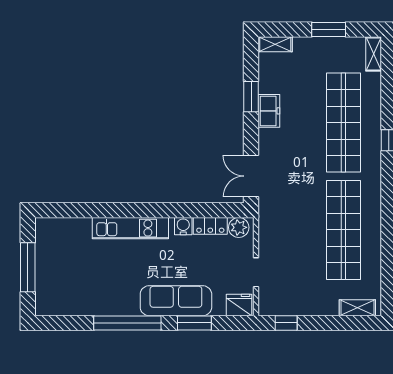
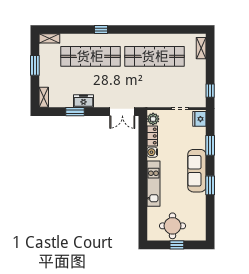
round table: (60, 260) -> (173, 226), added
window: (28, 267) -> (177, 245), width x0.46
sofa: (176, 301) -> (197, 171), moved
window: (127, 323) -> (210, 185), width x0.47

